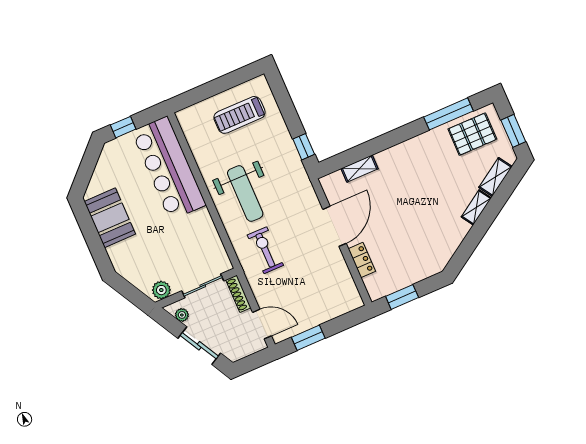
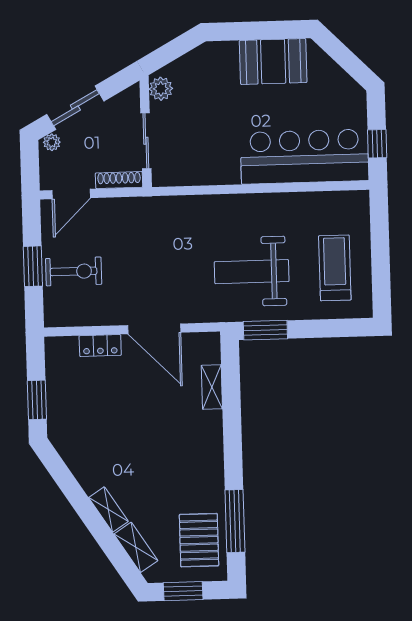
window: (123, 127) -> (377, 144), moved
window: (304, 147) -> (265, 330), width x1.50
weight bench: (245, 194) -> (252, 272), moved
exercise bike: (265, 250) -> (74, 271), moved
window: (402, 297) -> (37, 400), moved
plant: (182, 315) -> (52, 142), moved
window: (308, 338) -> (33, 266), moved

